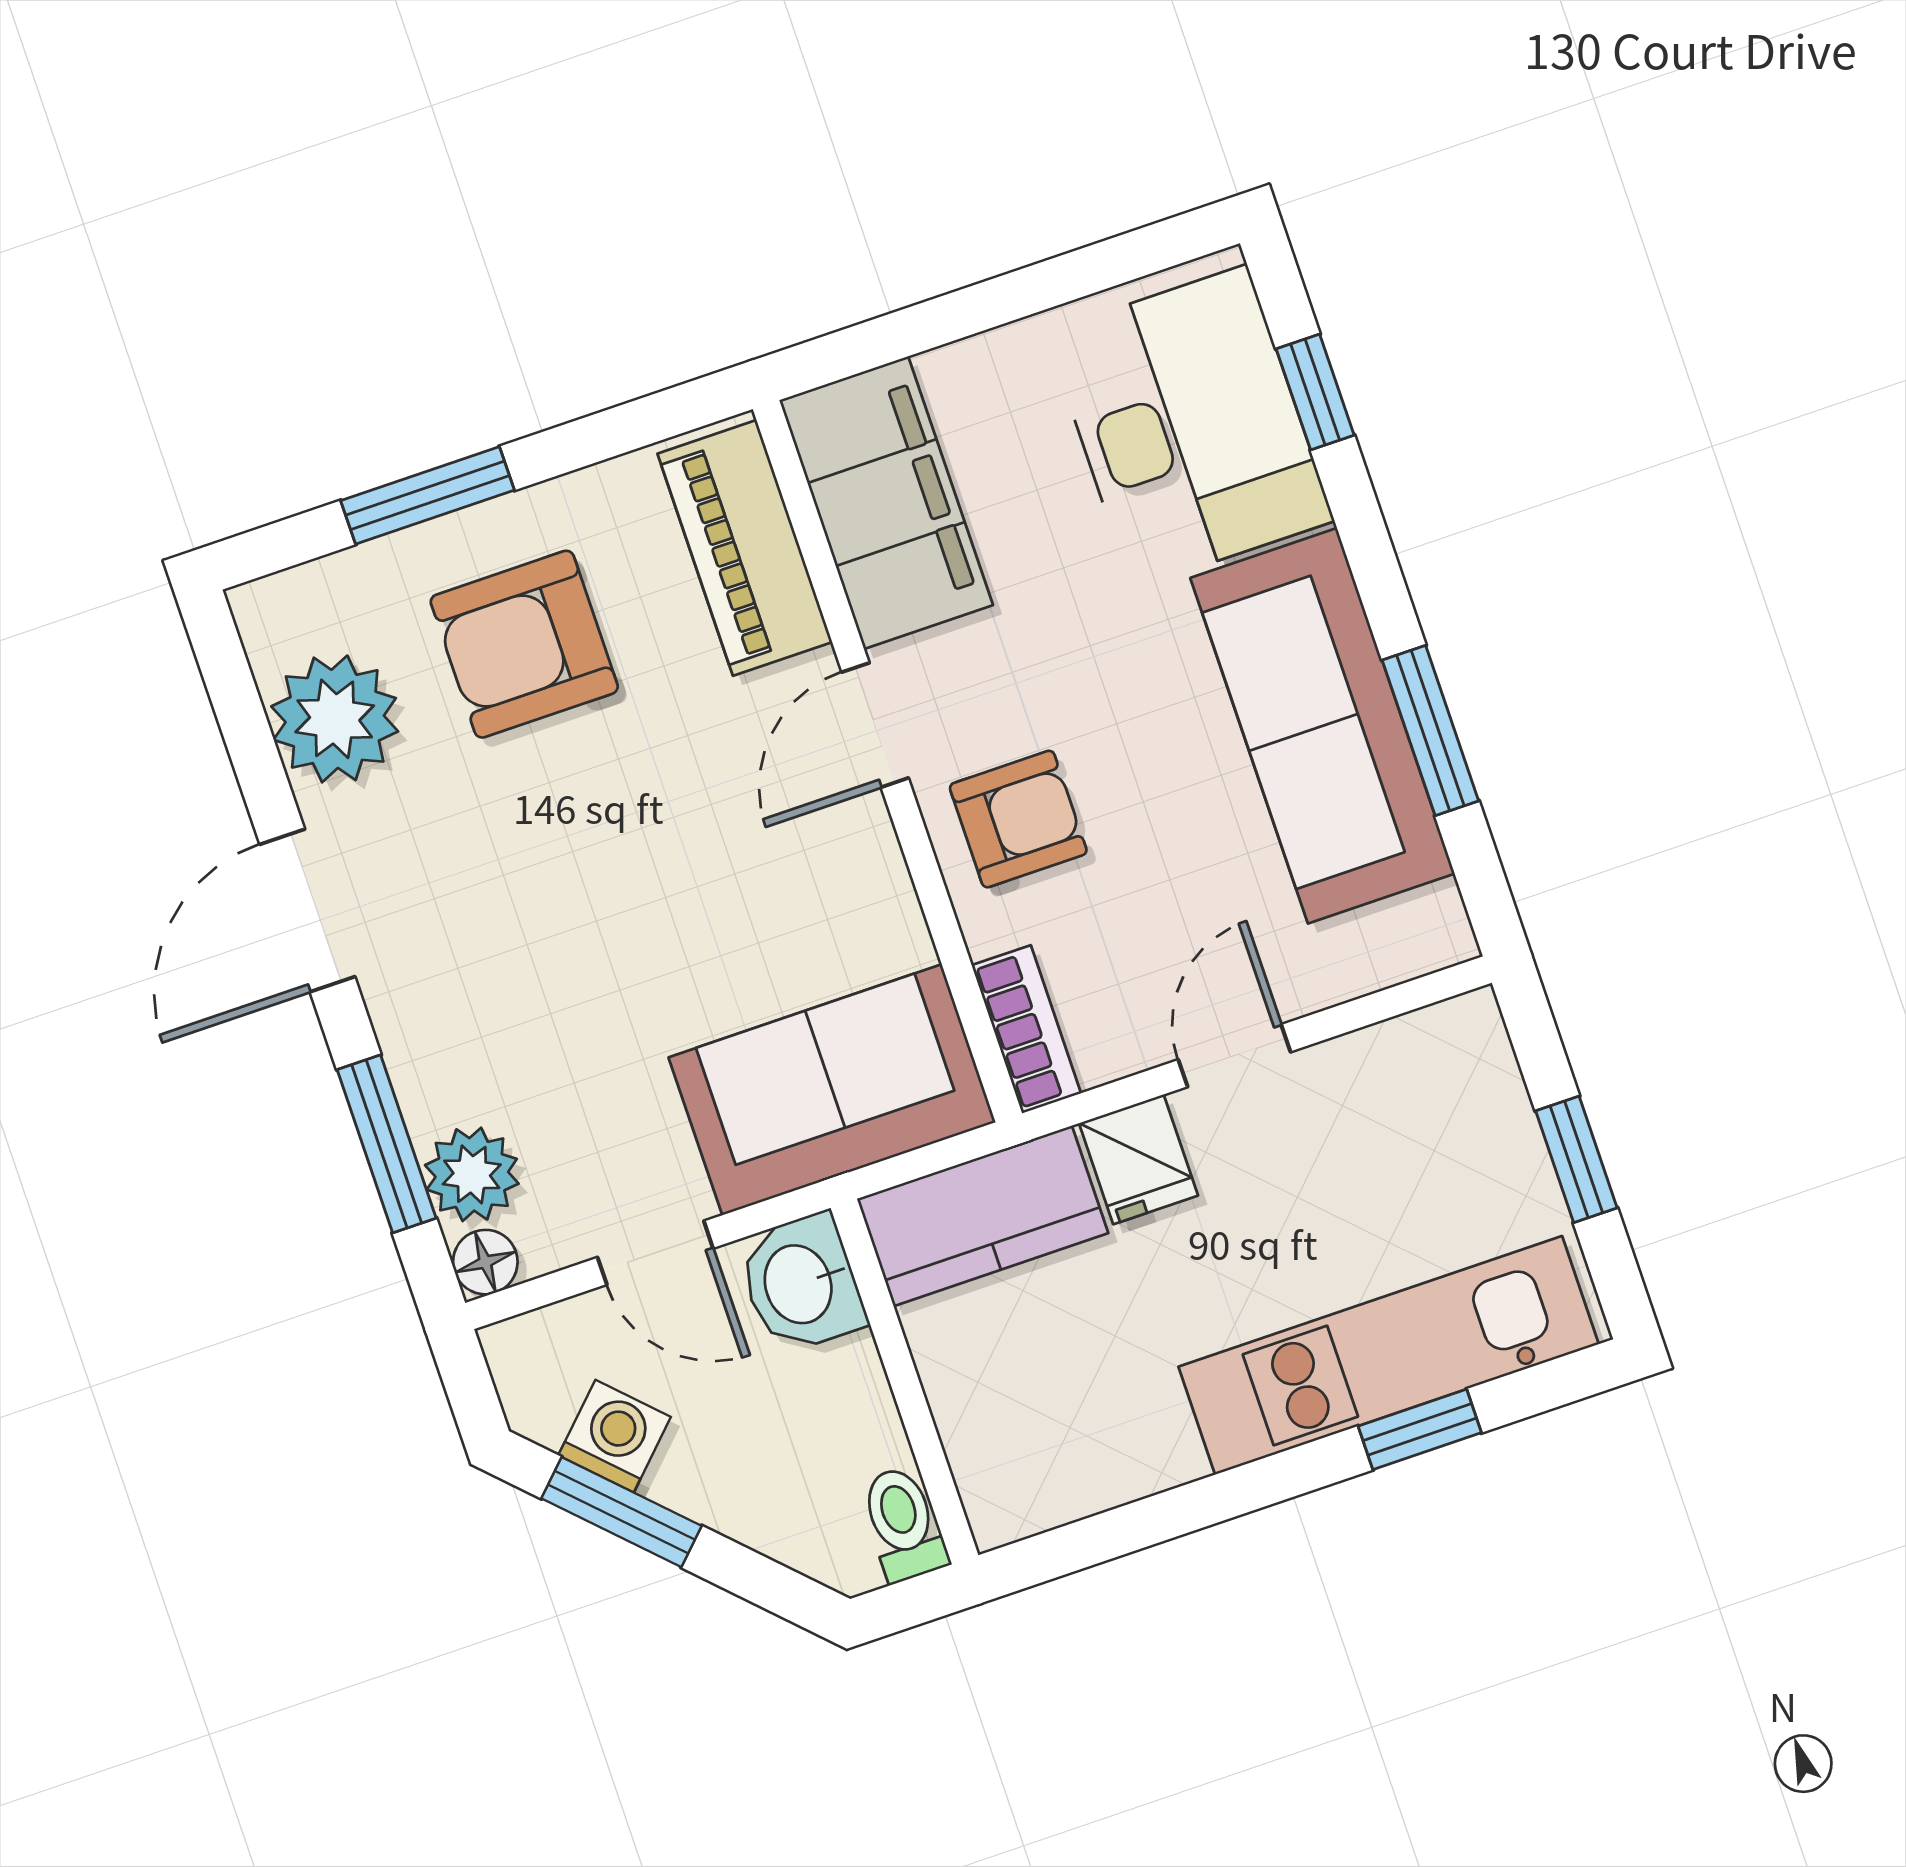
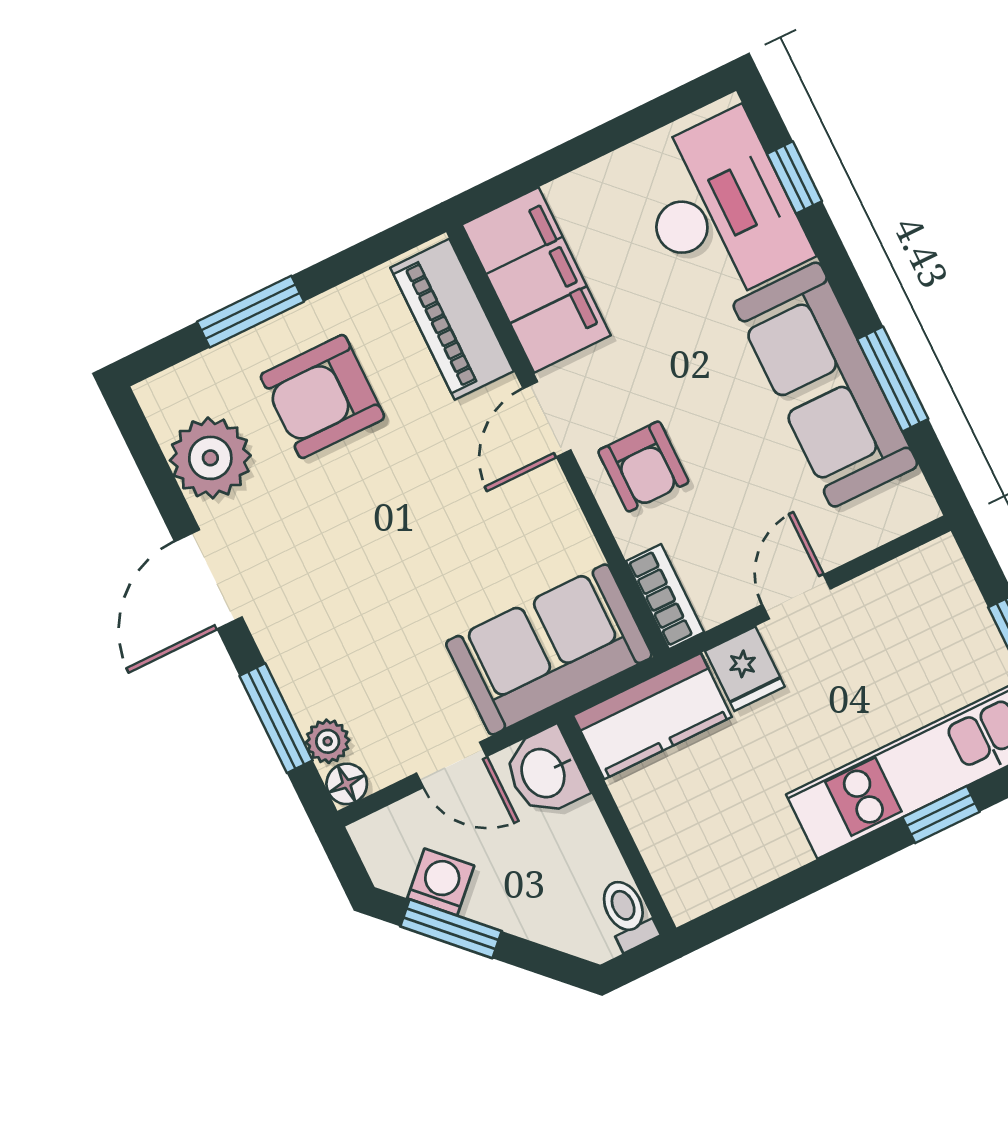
armchair: (1018, 819) -> (643, 467), turned 90
plant: (472, 1174) -> (328, 741), width x0.73, depth x0.73

